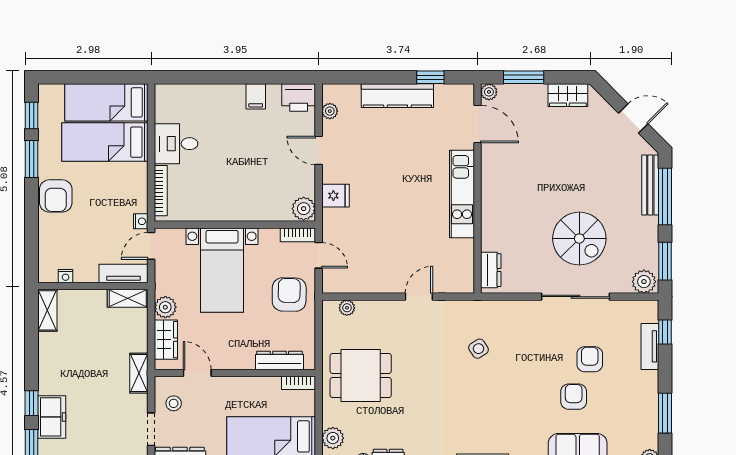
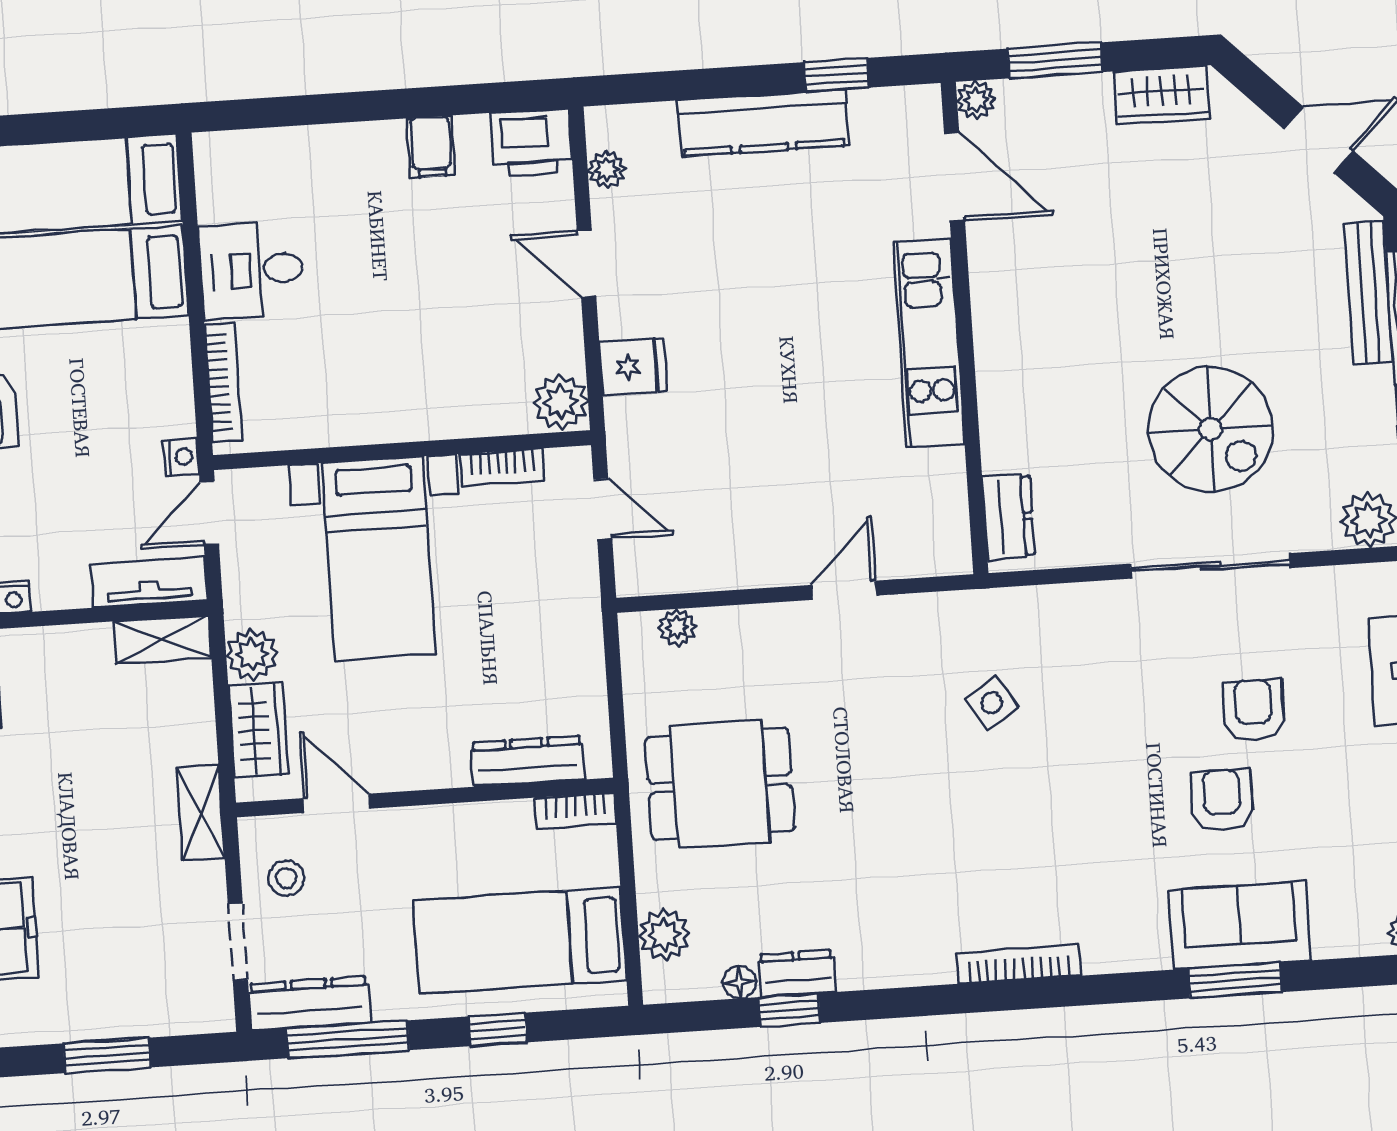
bookcase: (298, 235) -> (502, 467), moved
armchair: (289, 295) -> (540, 605), removed

